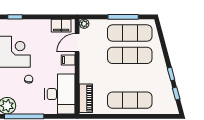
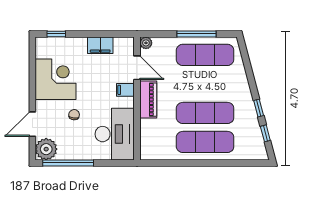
filing cabinet: (61, 26) -> (100, 45), moved
door: (77, 43) -> (137, 68), swing flipped
exercise mat: (130, 55) -> (205, 113), moved
piano: (86, 98) -> (148, 100), moved

